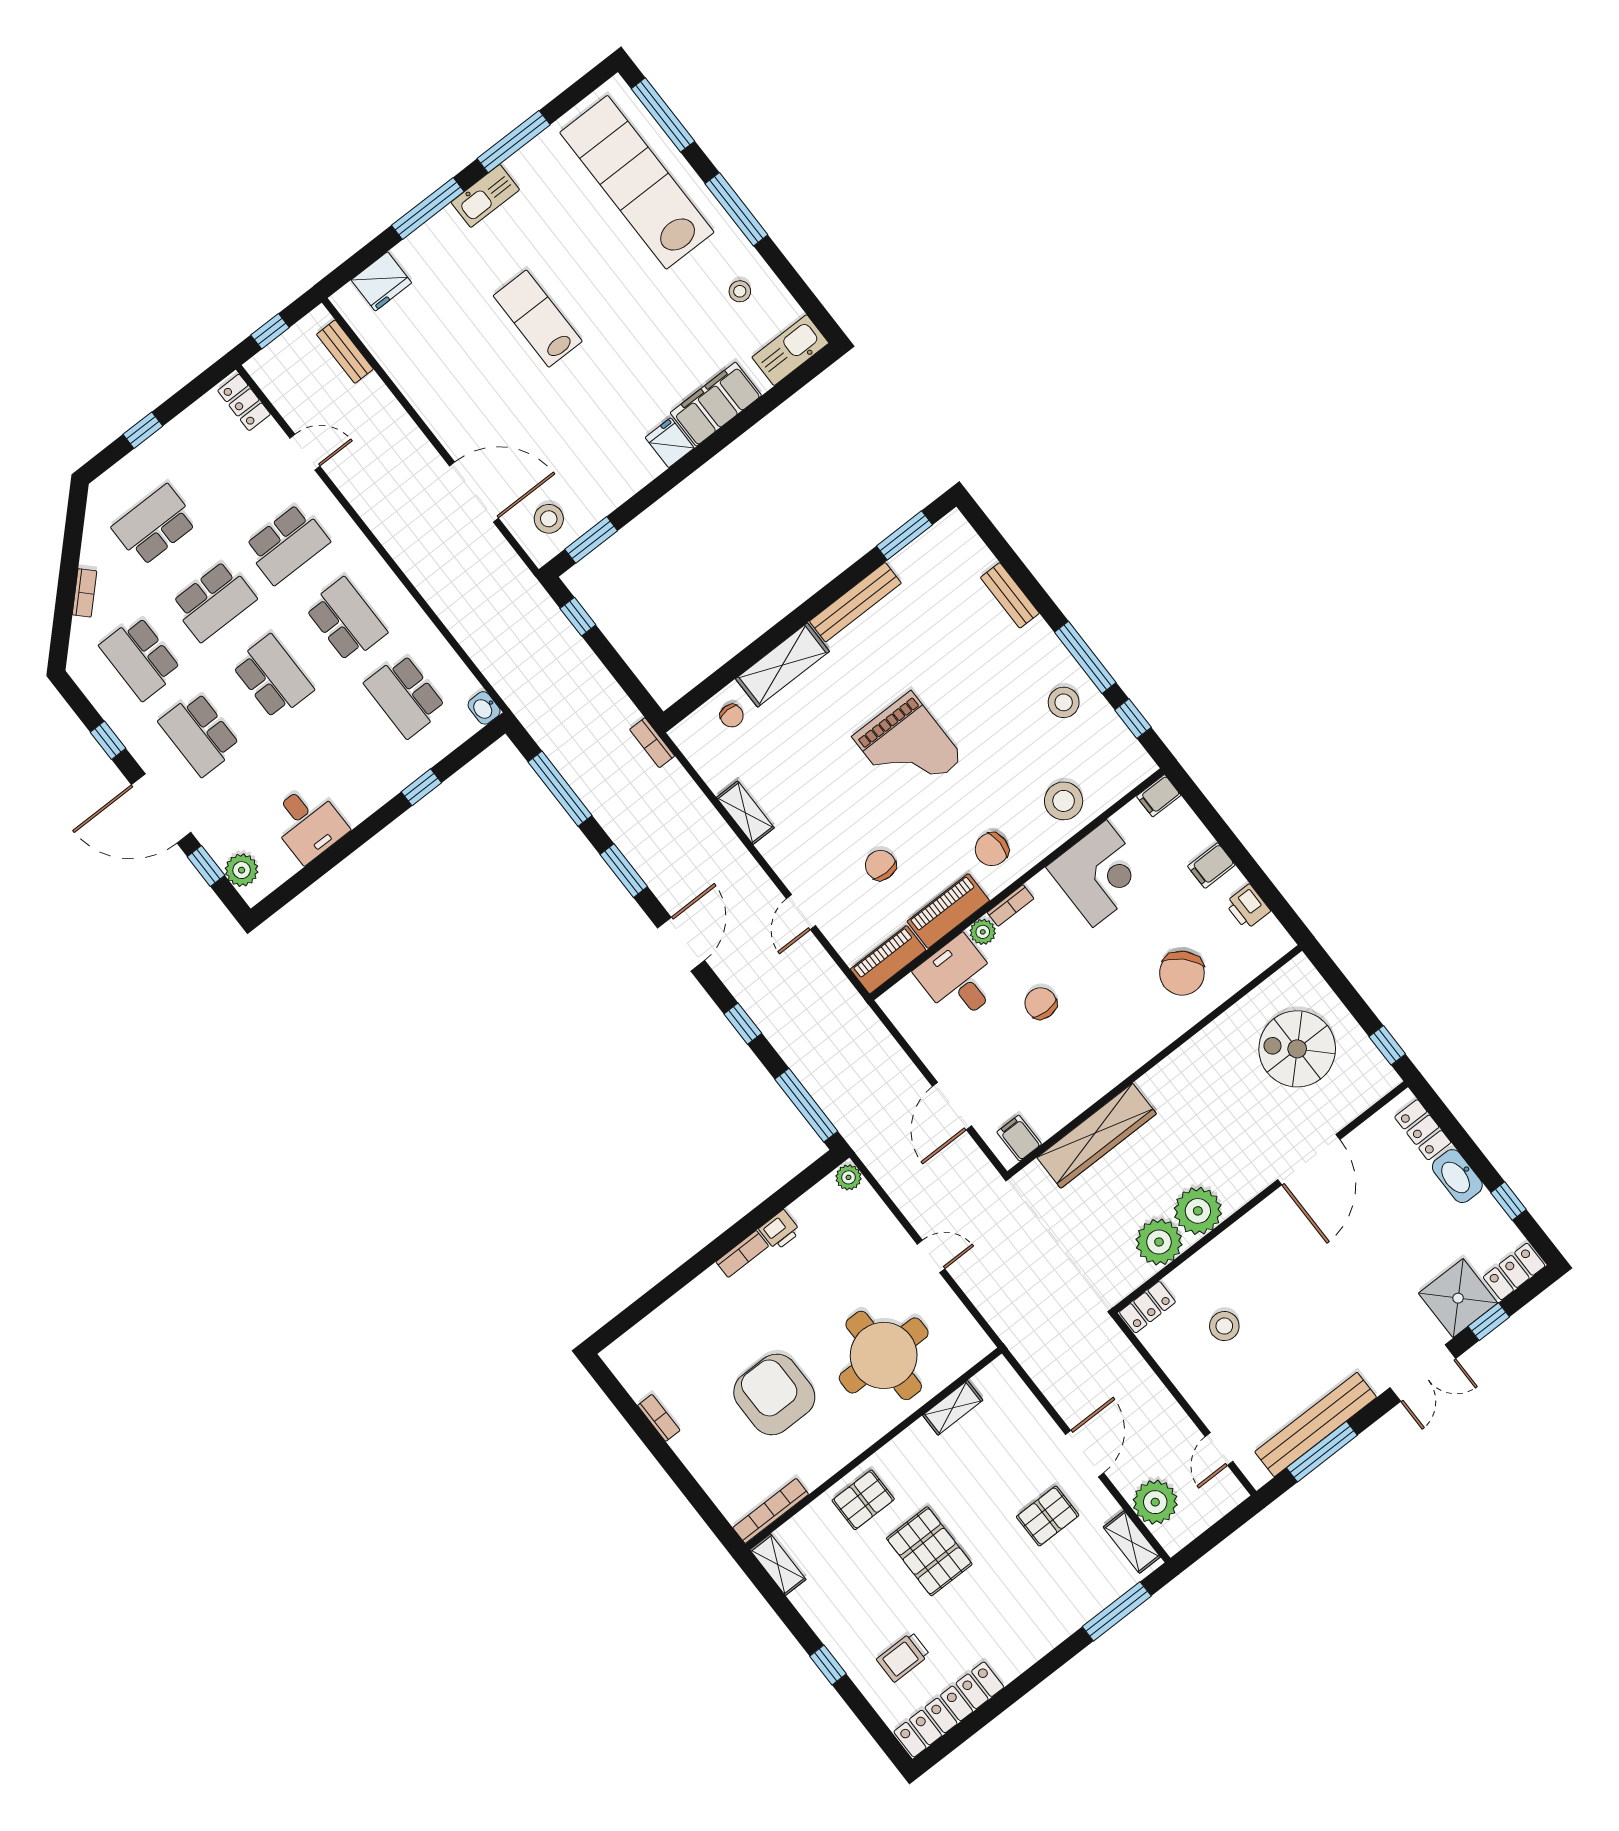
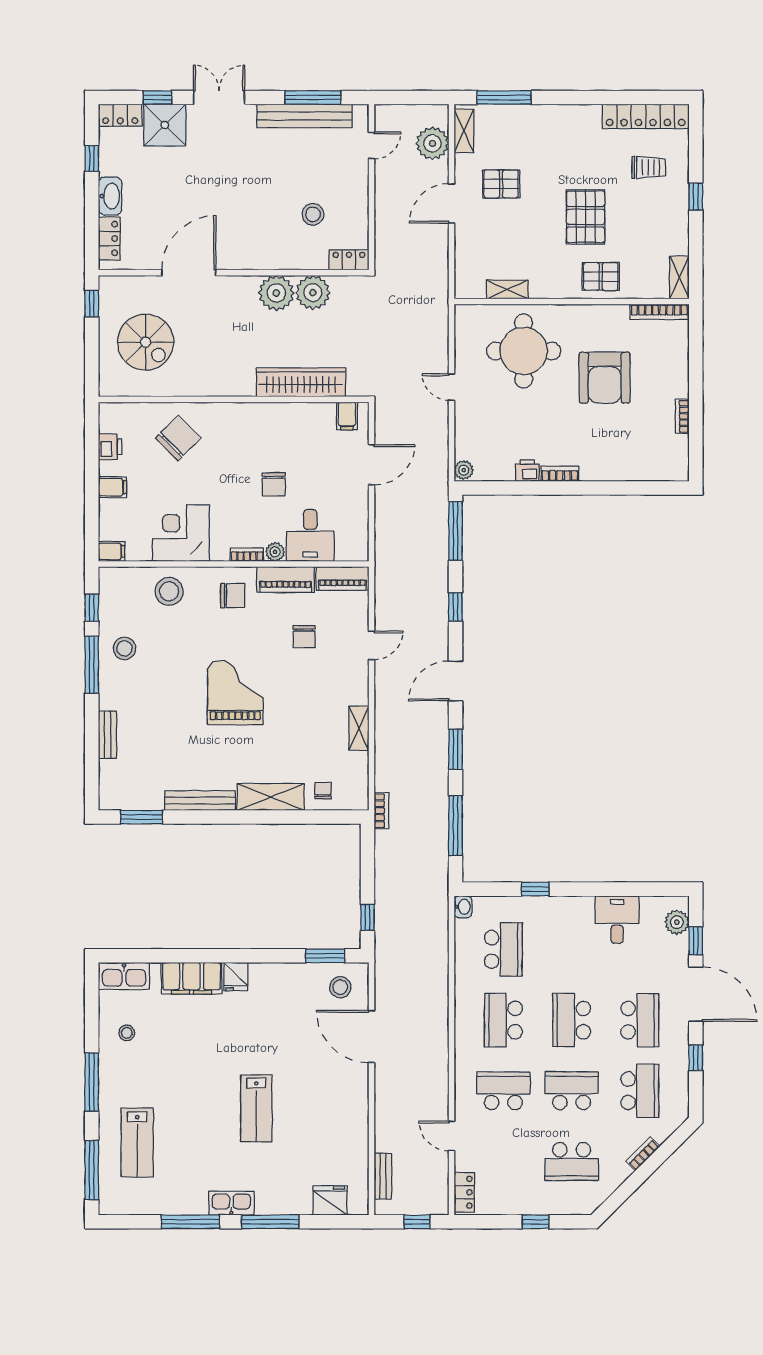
lab bench: (637, 182) -> (137, 1143), width x0.54, depth x0.72

